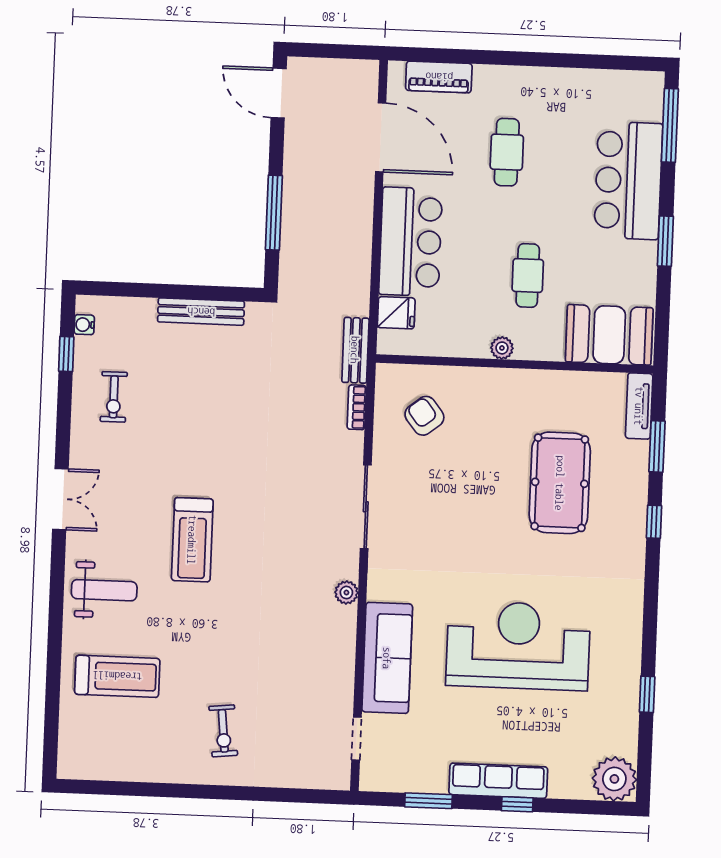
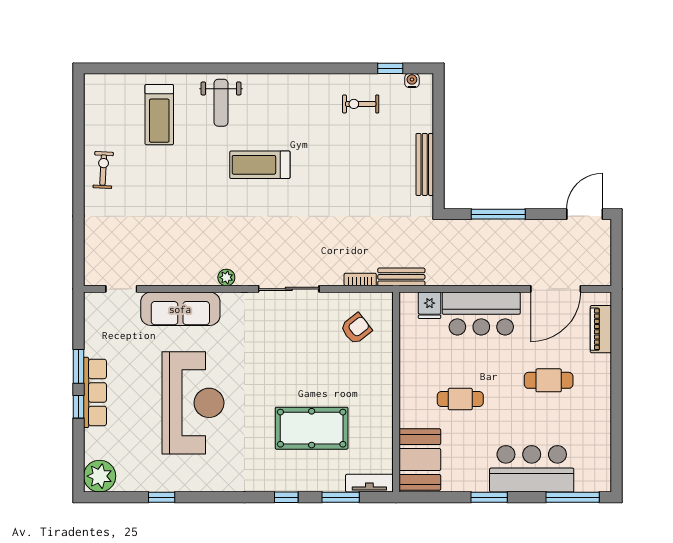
plant: (502, 348) -> (407, 383), removed
double door: (60, 499) -> (285, 68), removed
exercise bike: (223, 731) -> (103, 170), moved, turned 99
window: (428, 801) -> (78, 366), moved

